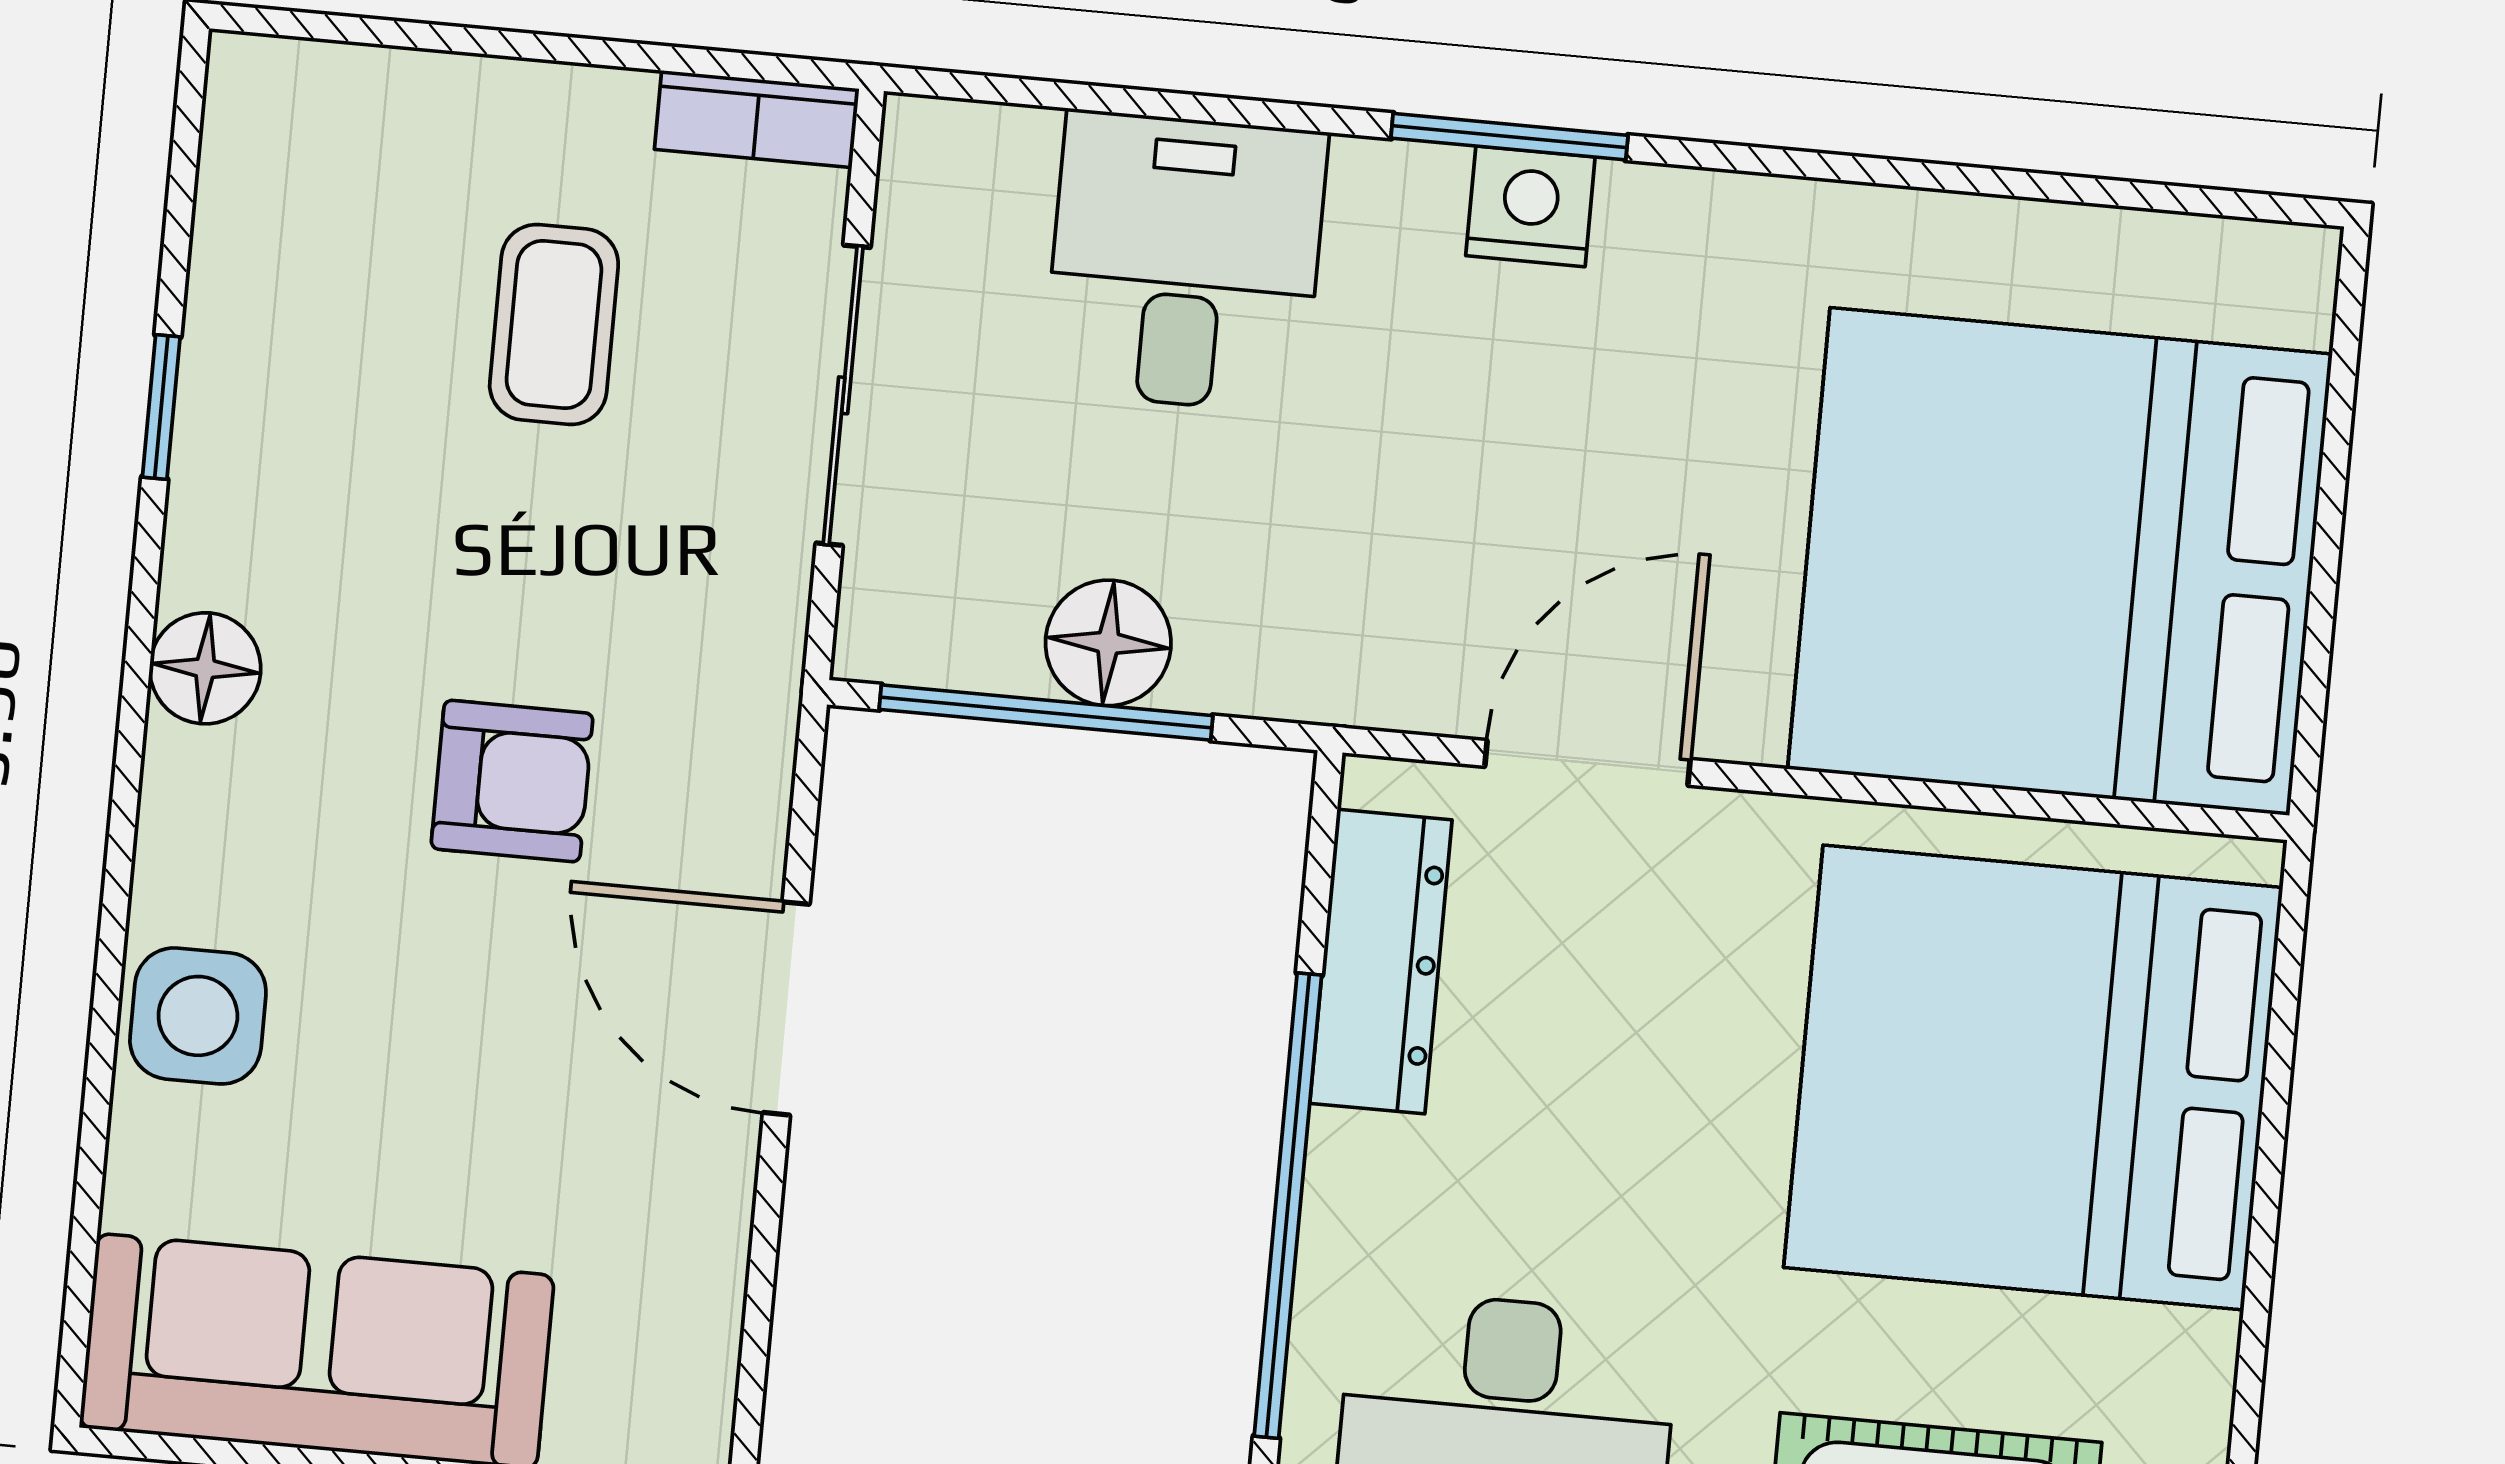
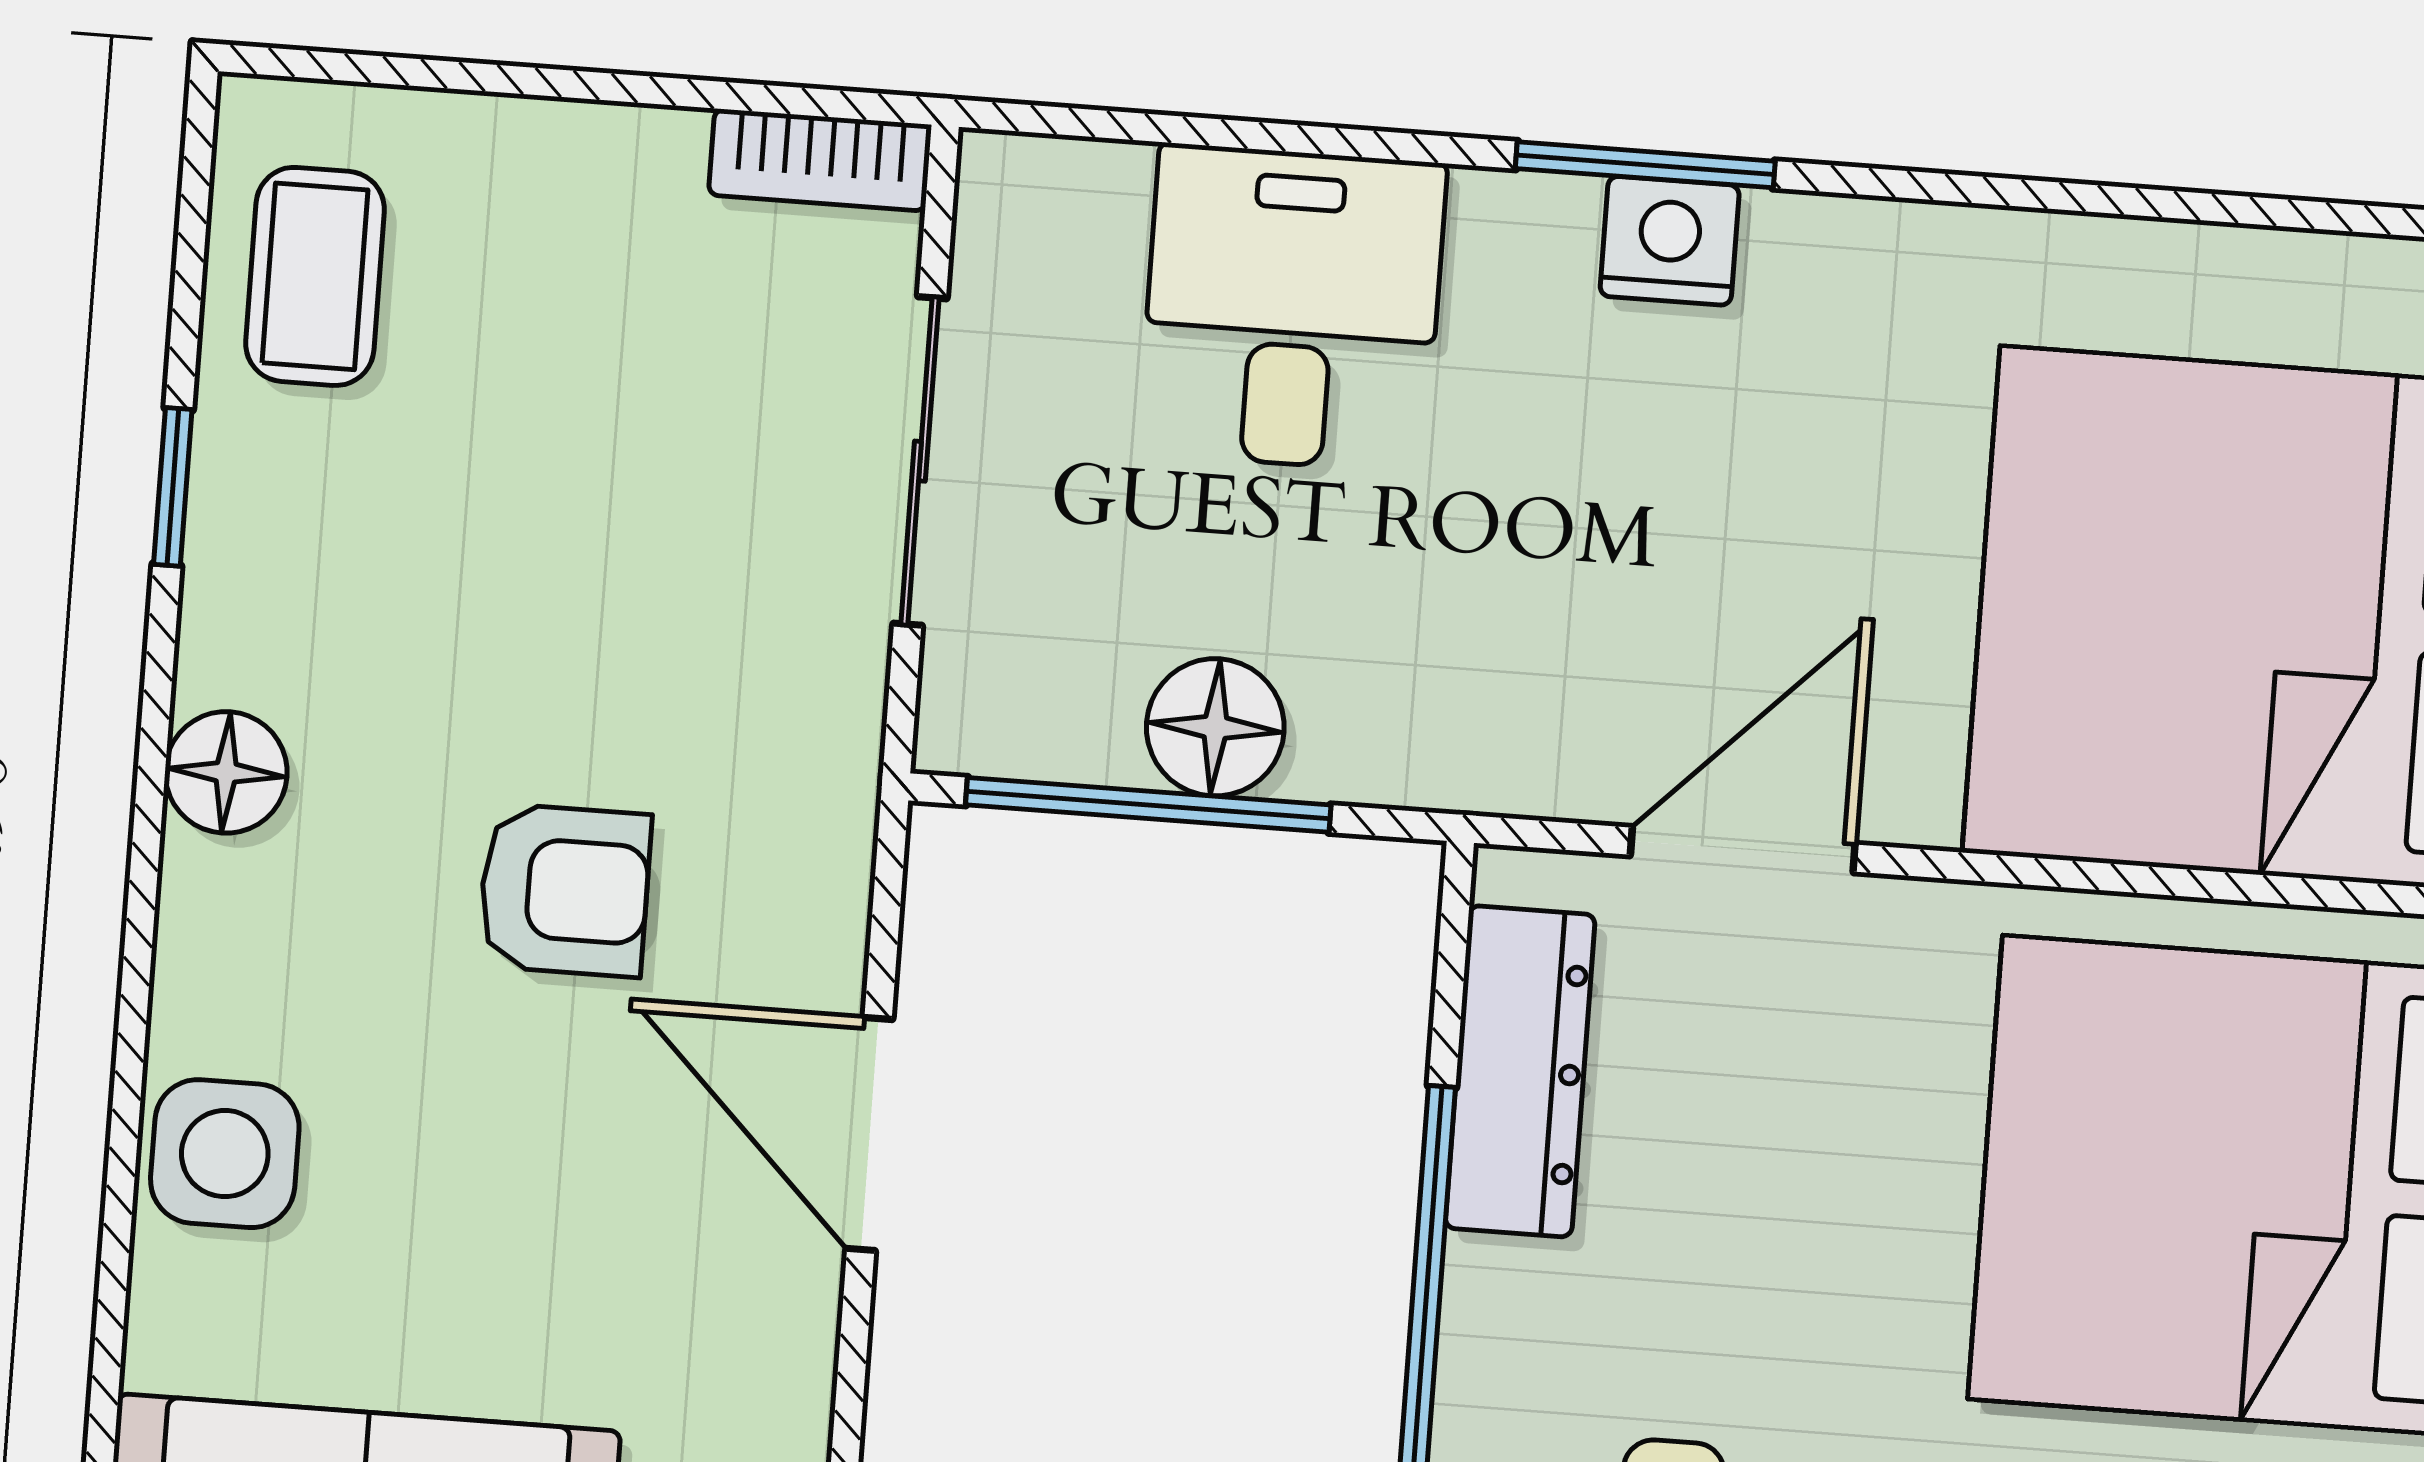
coffee table: (554, 324) -> (315, 276), moved

